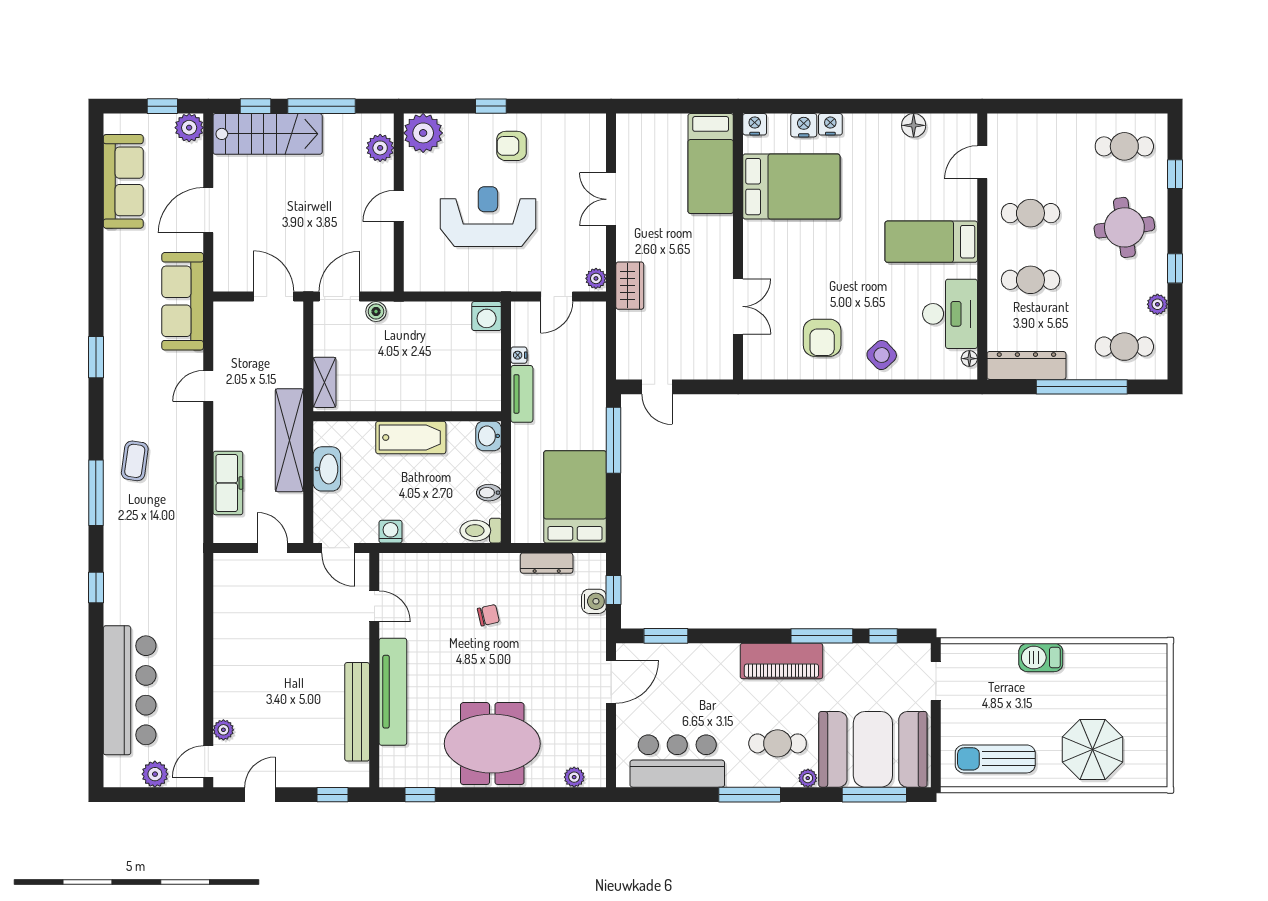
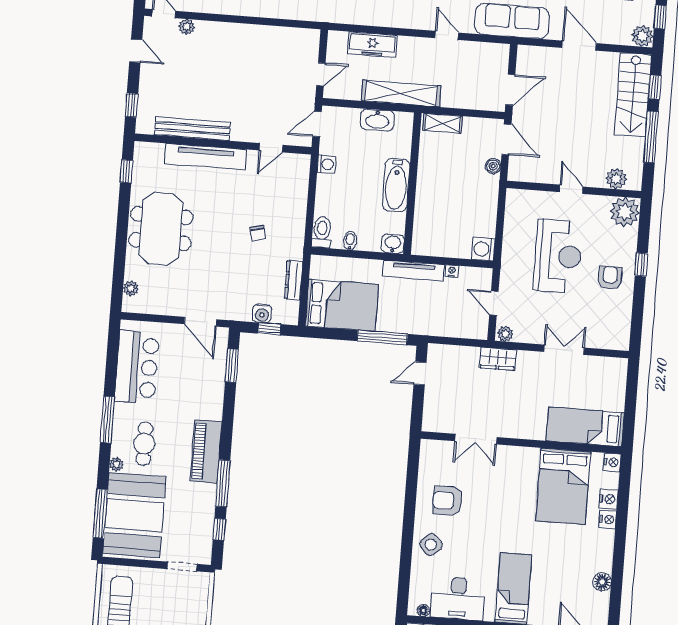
tv unit: (522, 394) -> (414, 271), width x1.41

